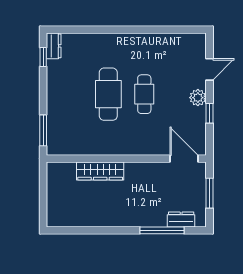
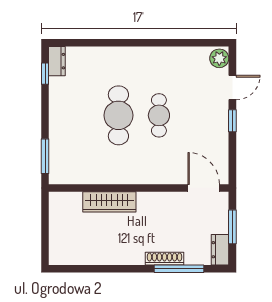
plant: (198, 98) -> (219, 58), moved
window: (209, 113) -> (232, 121), moved
dresser: (181, 219) -> (220, 250), moved, turned -90
shoe rack: (149, 221) -> (165, 259), added

